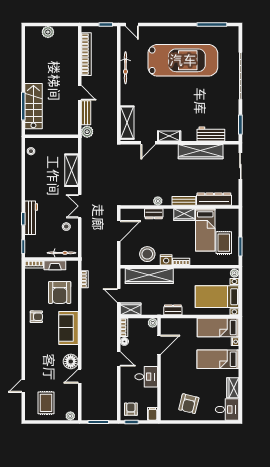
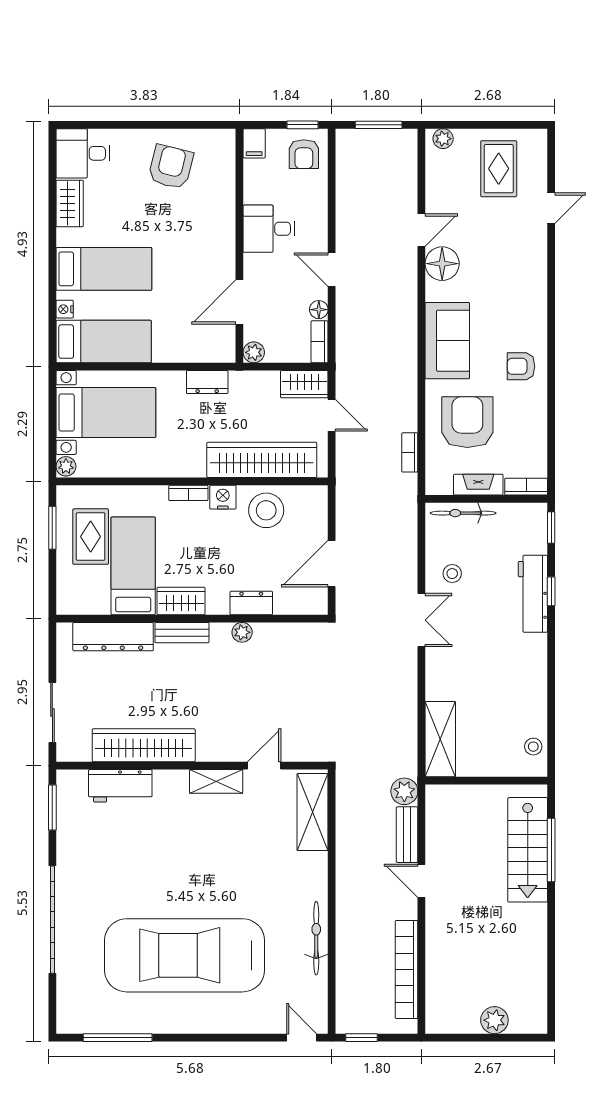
shelving: (71, 170) -> (440, 739), moved

